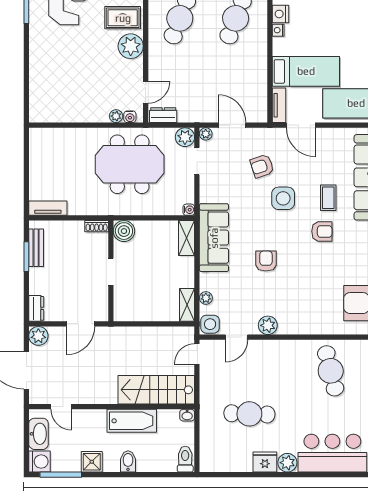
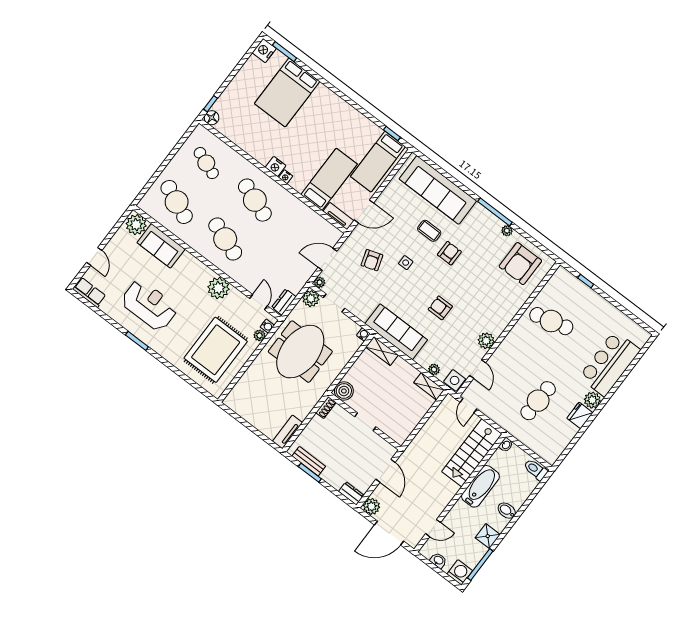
rug: (123, 18) -> (216, 350), moved, width x1.86, depth x2.06
side table: (283, 198) -> (406, 263), width x0.54, depth x0.54
washbasin: (39, 434) -> (438, 560), width x0.52, depth x0.69

